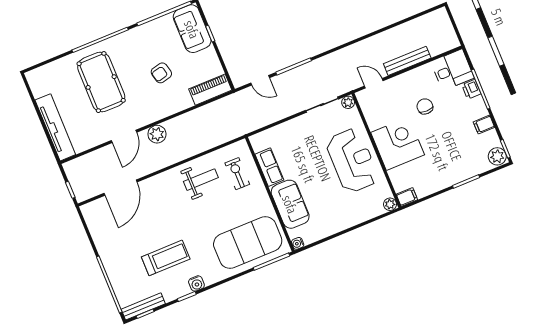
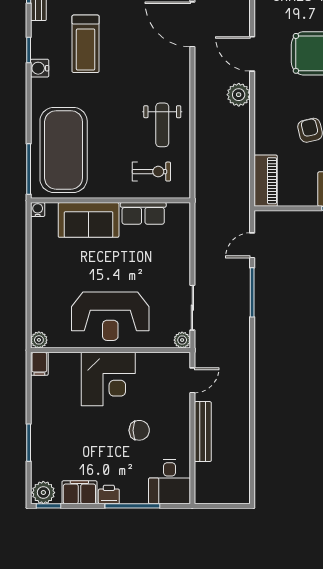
printer: (471, 89) -> (109, 495), moved
filing cabinet: (484, 125) -> (79, 492), width x2.00

